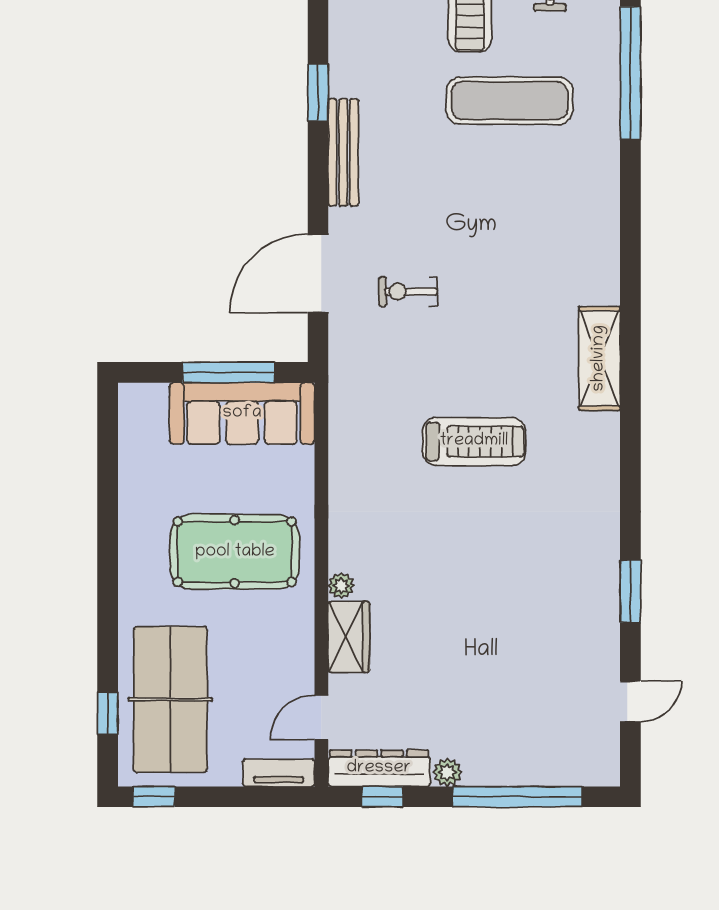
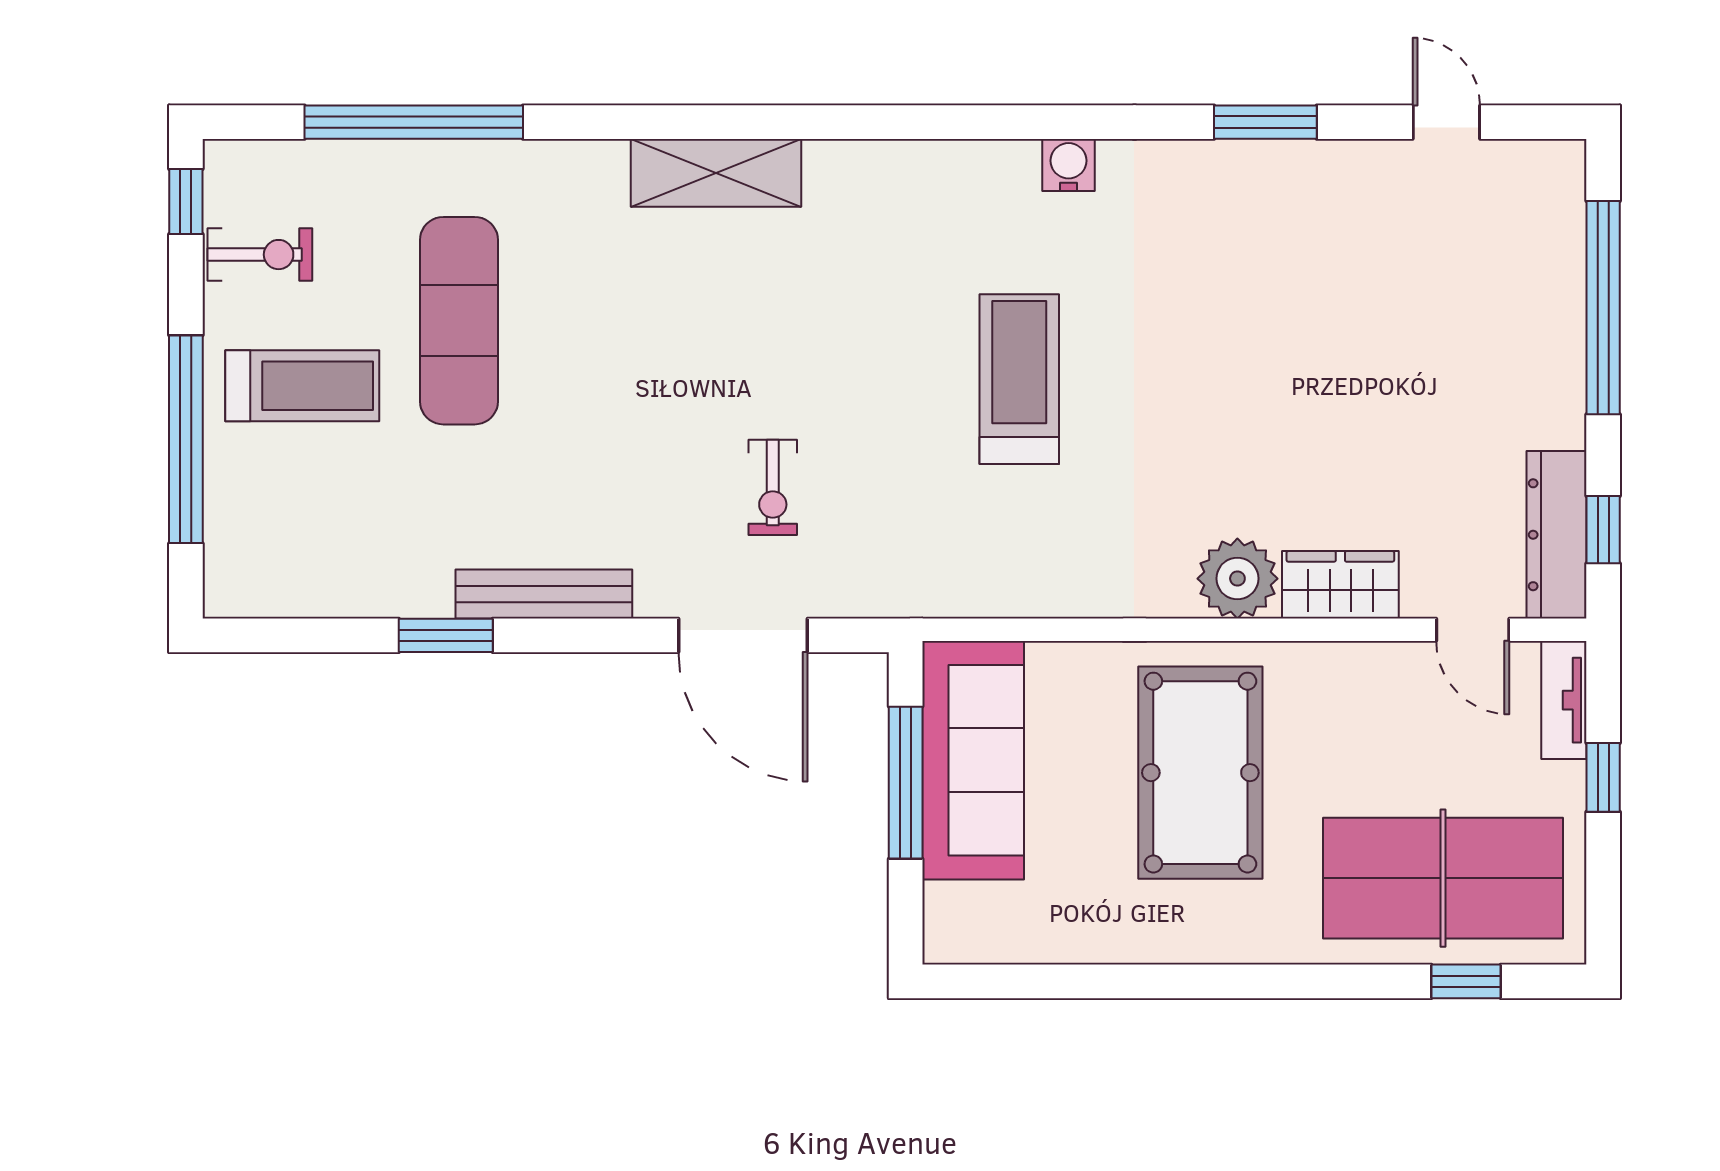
shelving: (599, 358) -> (716, 173), moved
water cooler: (604, 471) -> (1069, 165), added
plant: (341, 586) -> (1237, 579), width x1.88, depth x1.88
plant: (447, 772) -> (1563, 423), removed
window: (154, 797) -> (1603, 777), moved

